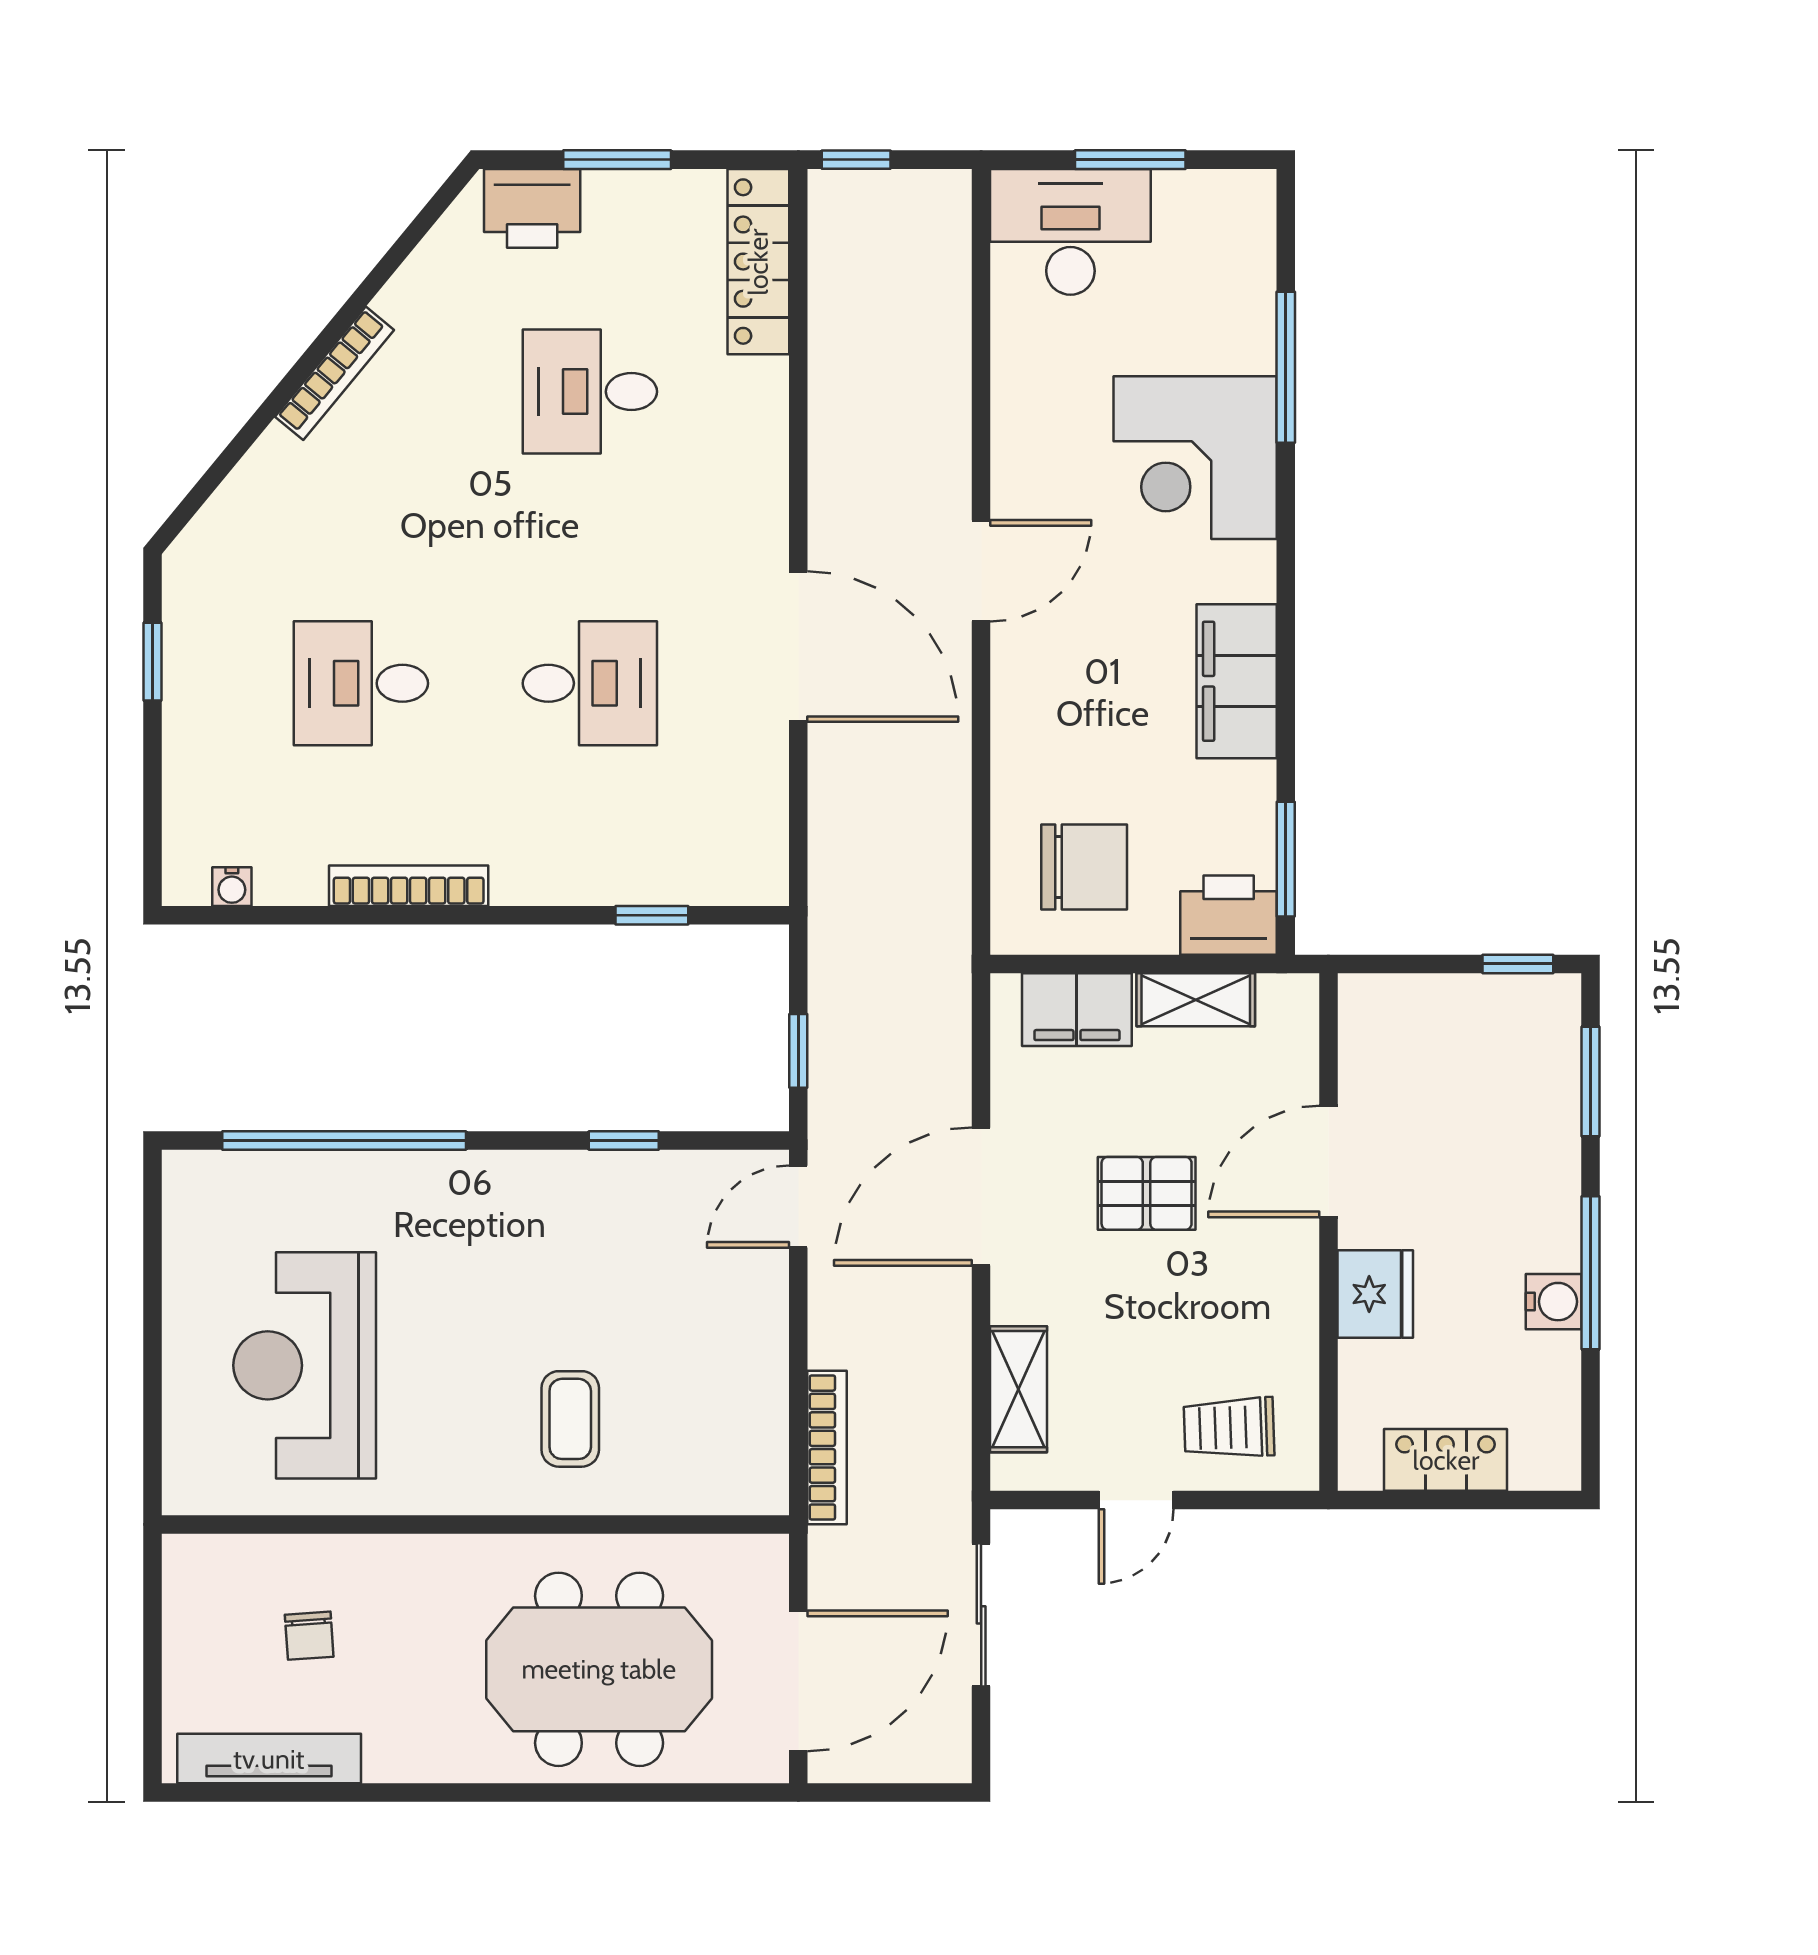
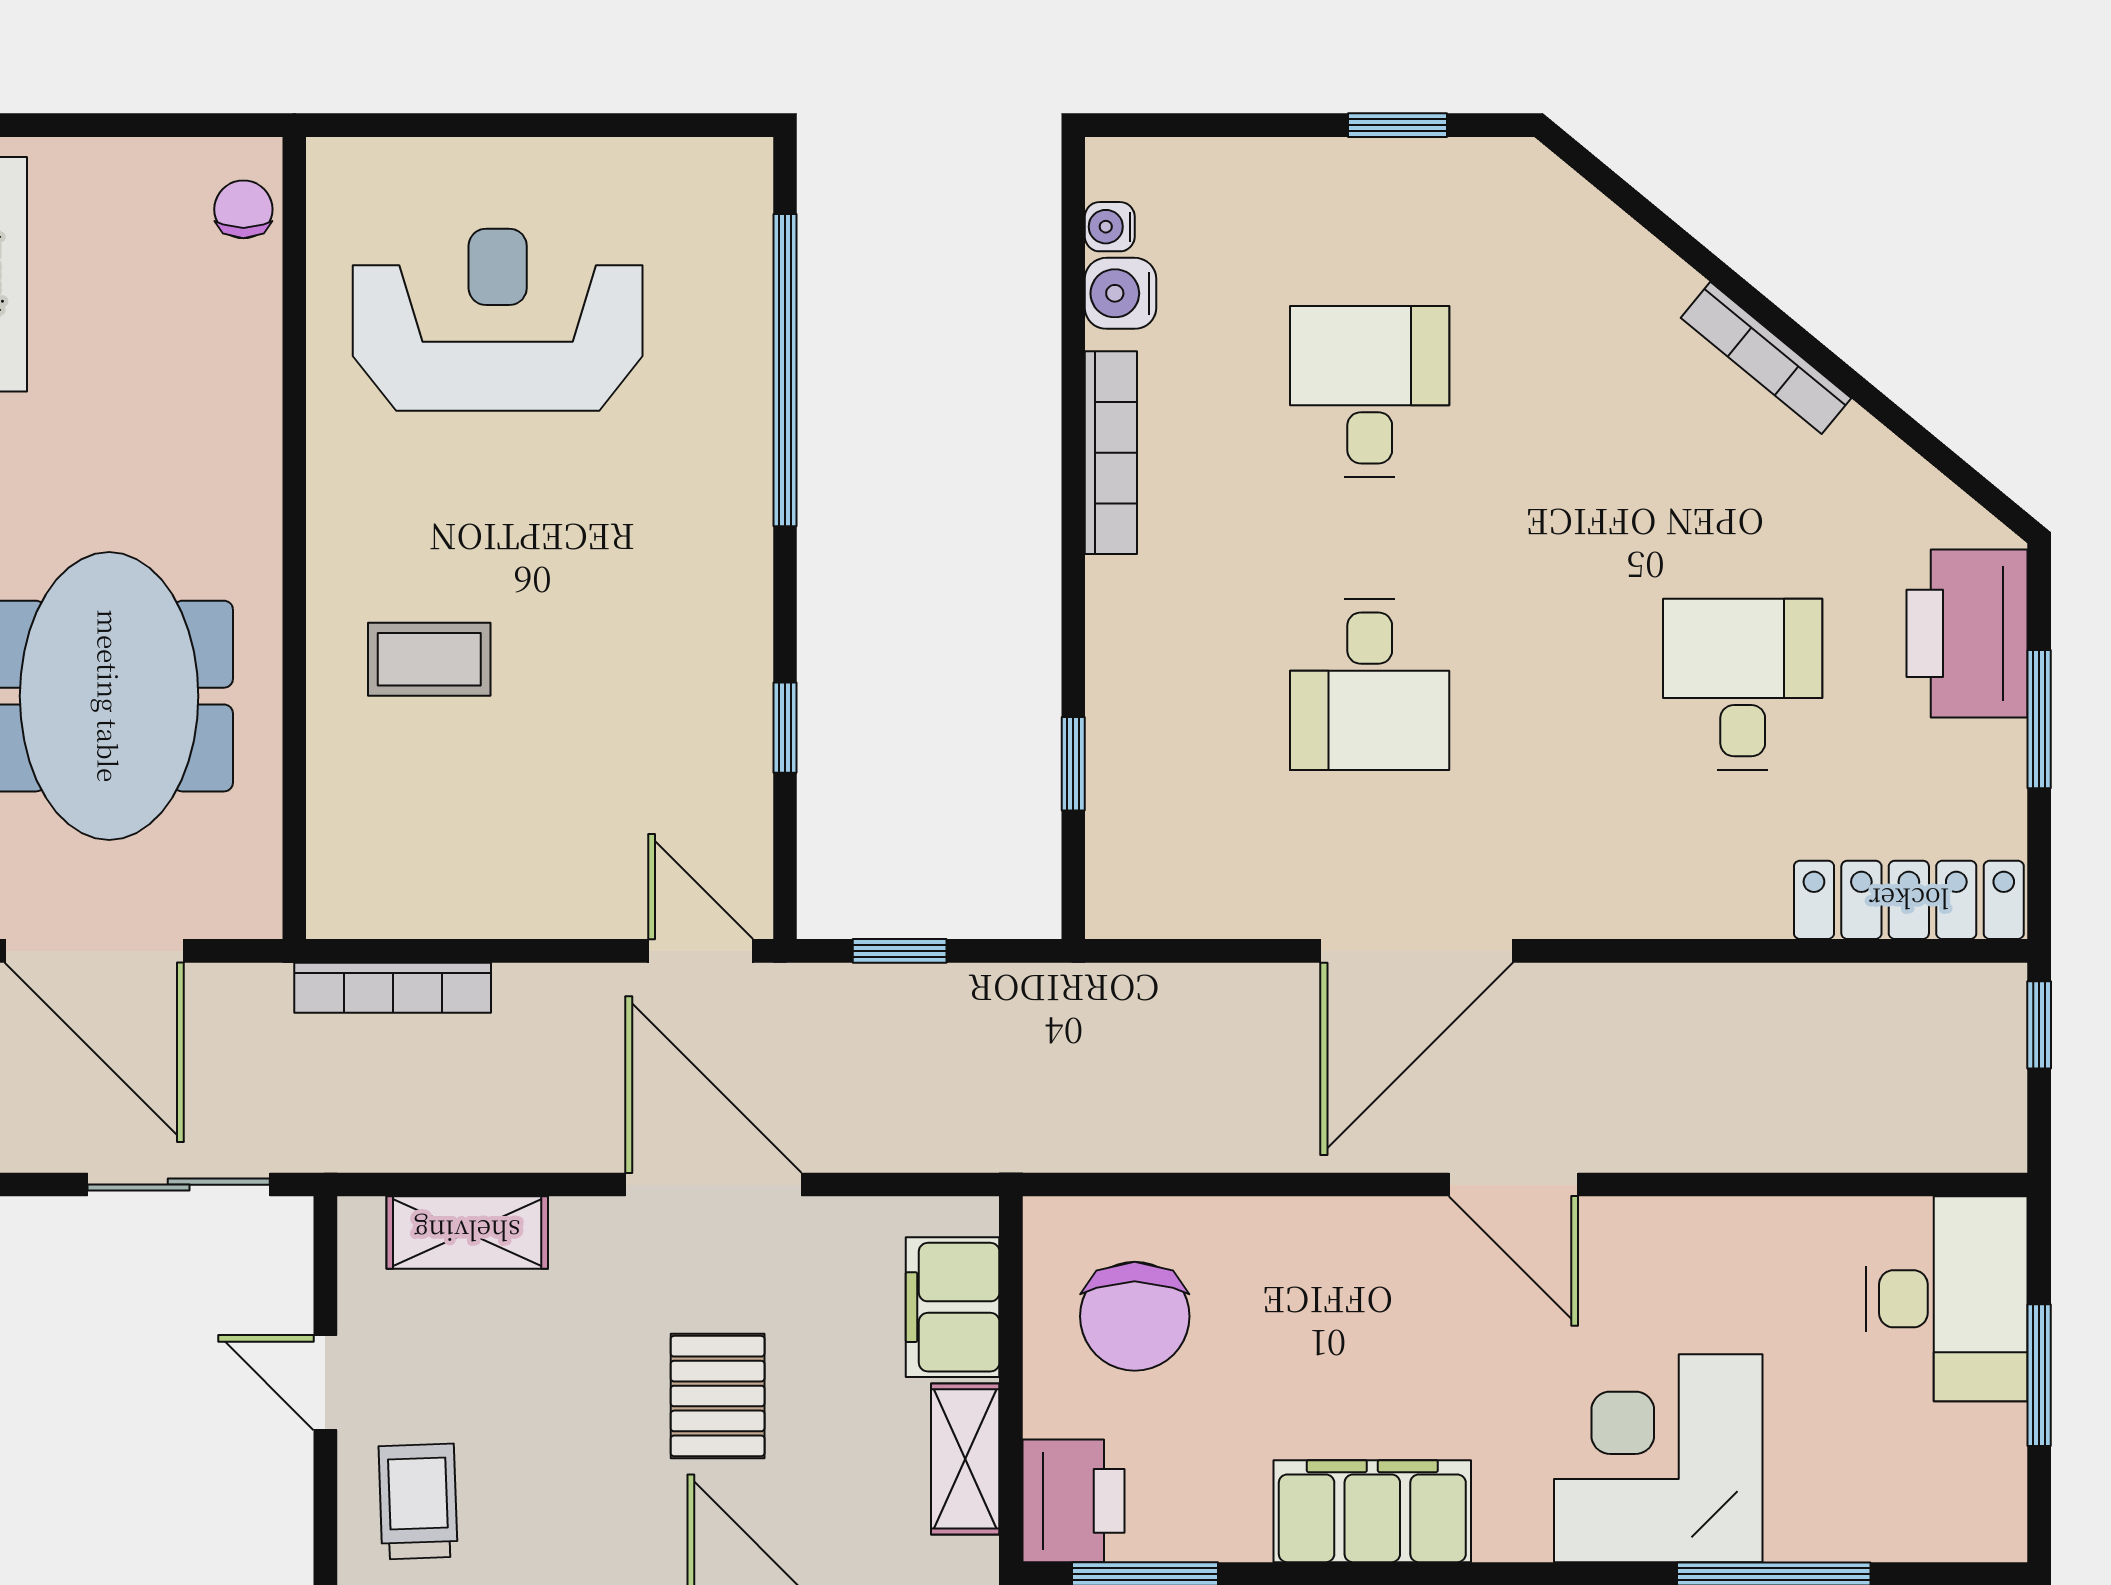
printer: (532, 208) -> (1967, 633), width x1.37, depth x1.19
water cooler: (284, 878) -> (1121, 293), added
chair: (309, 1636) -> (243, 209), moved, turned 94

